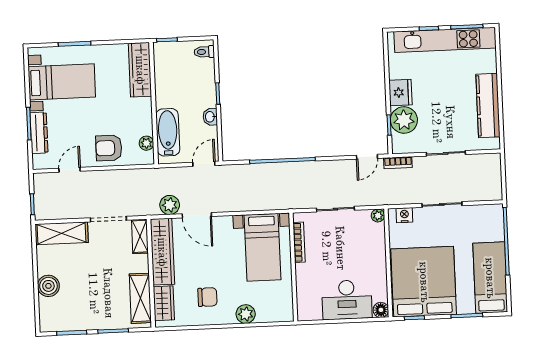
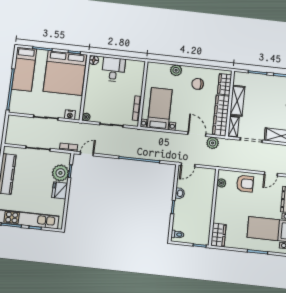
wardrobe: (140, 70) -> (218, 235), width x0.67
bathtub: (168, 132) -> (207, 188), removed
shelving: (140, 298) -> (237, 101), moved
desk: (347, 300) -> (113, 69), width x0.73

